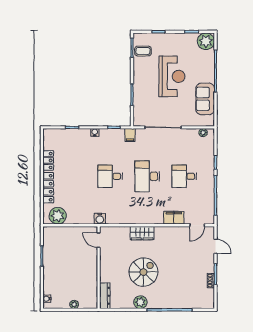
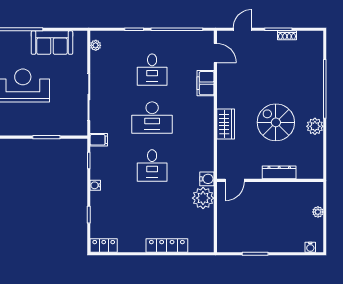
locker: (48, 160) -> (104, 245), moved
plant: (58, 216) -> (203, 198), moved
dresser: (105, 296) -> (279, 172), moved

